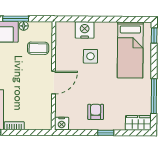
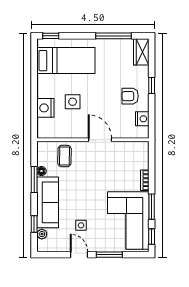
nightstand: (62, 123) -> (142, 119), moved

